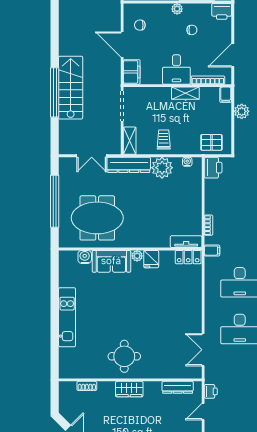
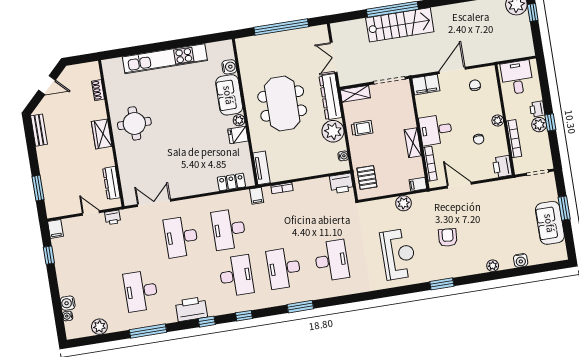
meeting table: (97, 218) -> (282, 104), moved
locker: (188, 257) -> (231, 182), moved, turned 90
kitchen unit: (67, 317) -> (165, 59), width x1.36

